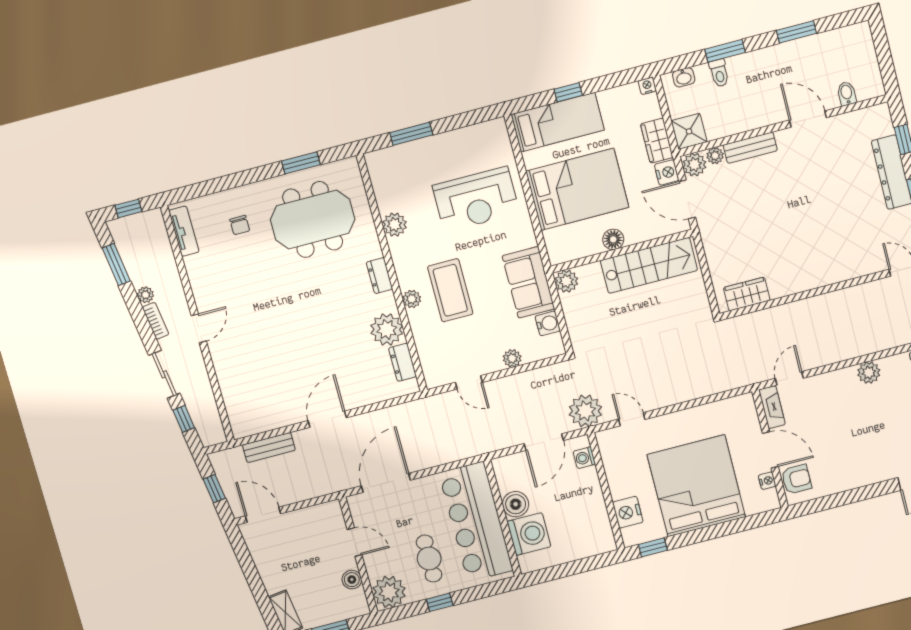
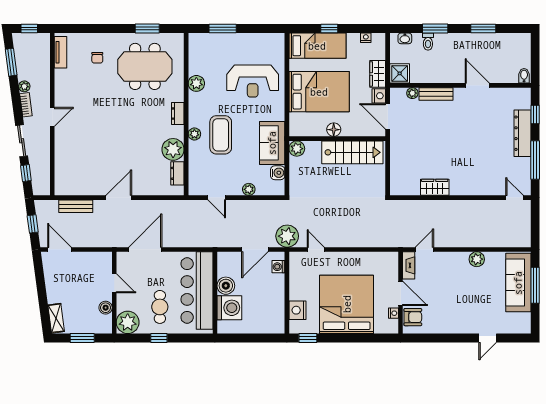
nightstand: (647, 86) -> (366, 38), moved
bidet: (847, 94) -> (524, 76), moved
plant: (694, 165) -> (398, 95), removed
wardrobe: (747, 294) -> (435, 187), moved

